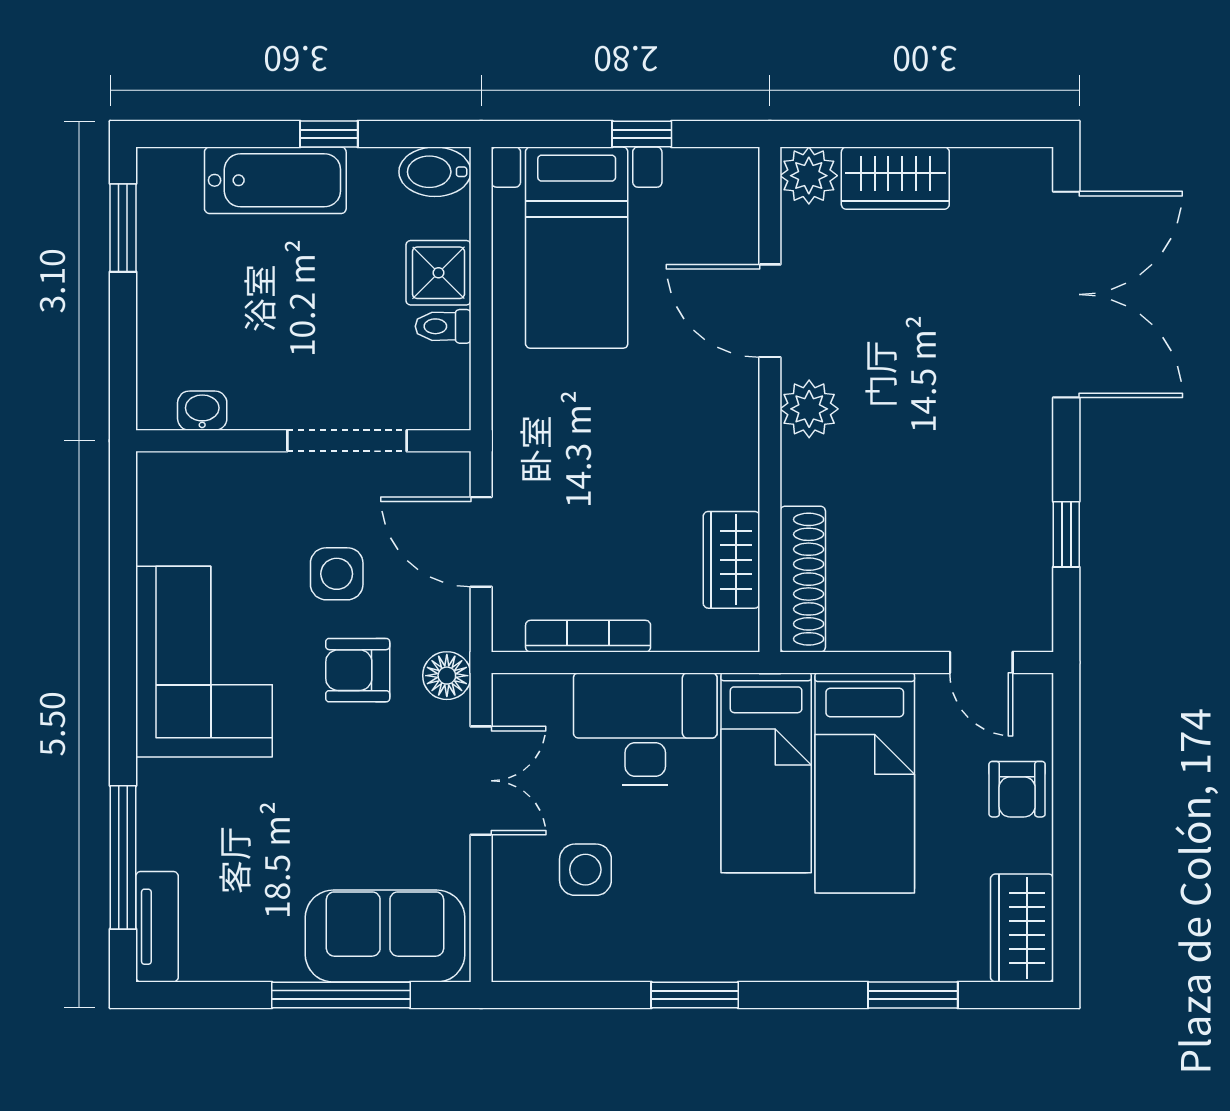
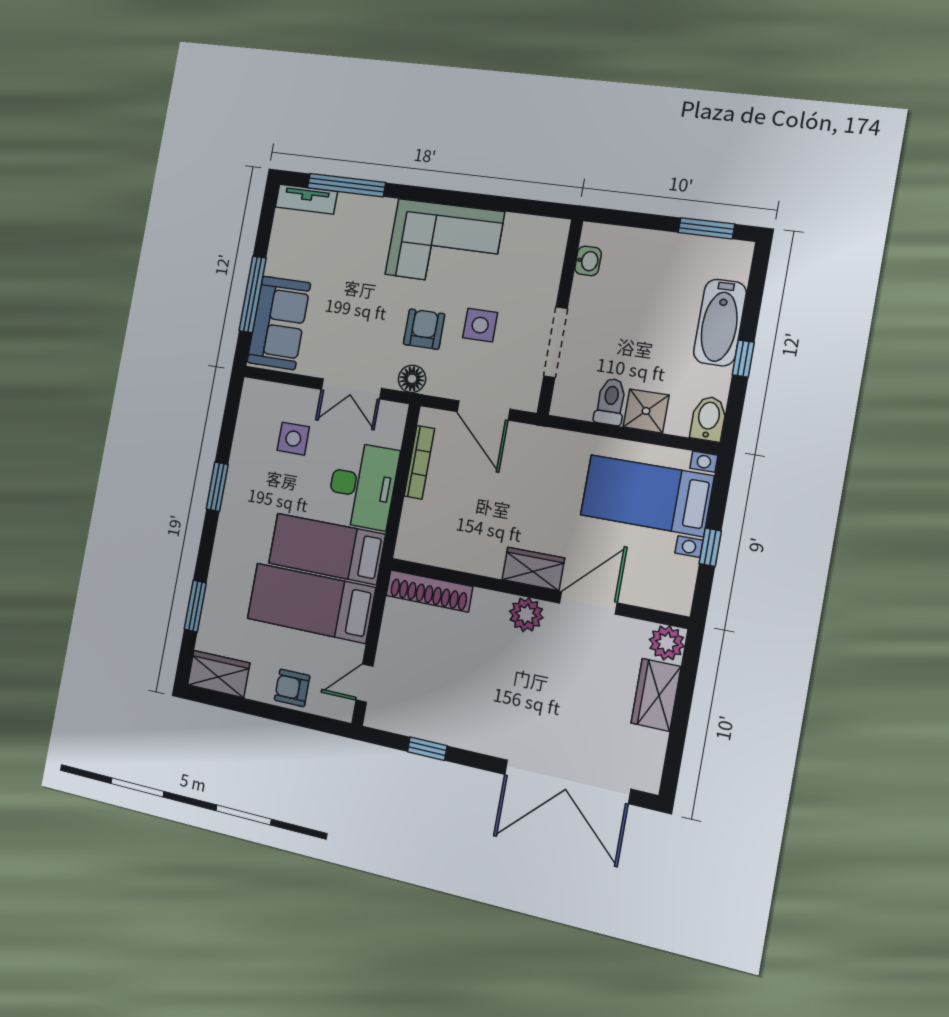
toilet: (443, 326) -> (611, 402), width x1.37, depth x1.39
door: (481, 542) -> (483, 410), swing flipped
wardrobe: (731, 560) -> (533, 569), moved

